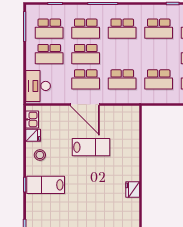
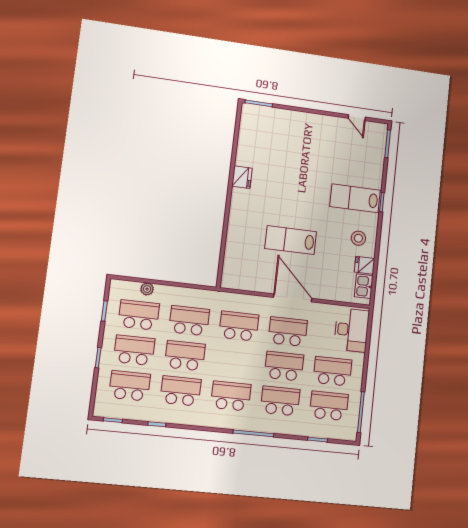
school desk: (159, 54) -> (185, 356), added
lab bench: (46, 185) -> (355, 198), turned 180

